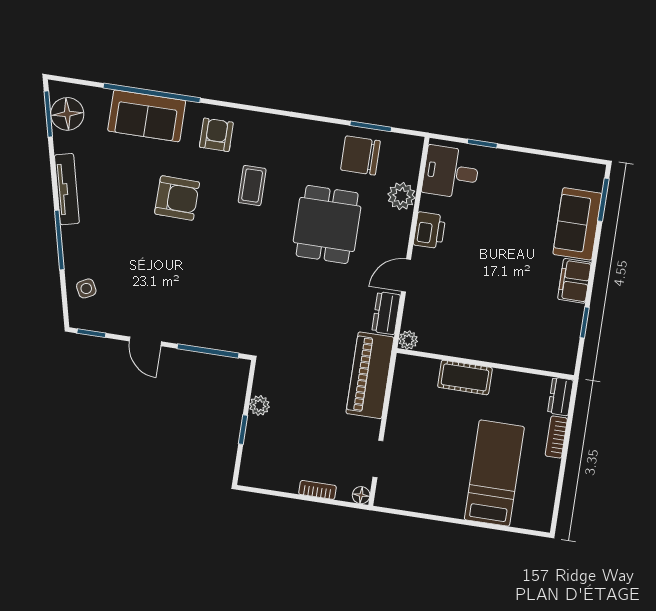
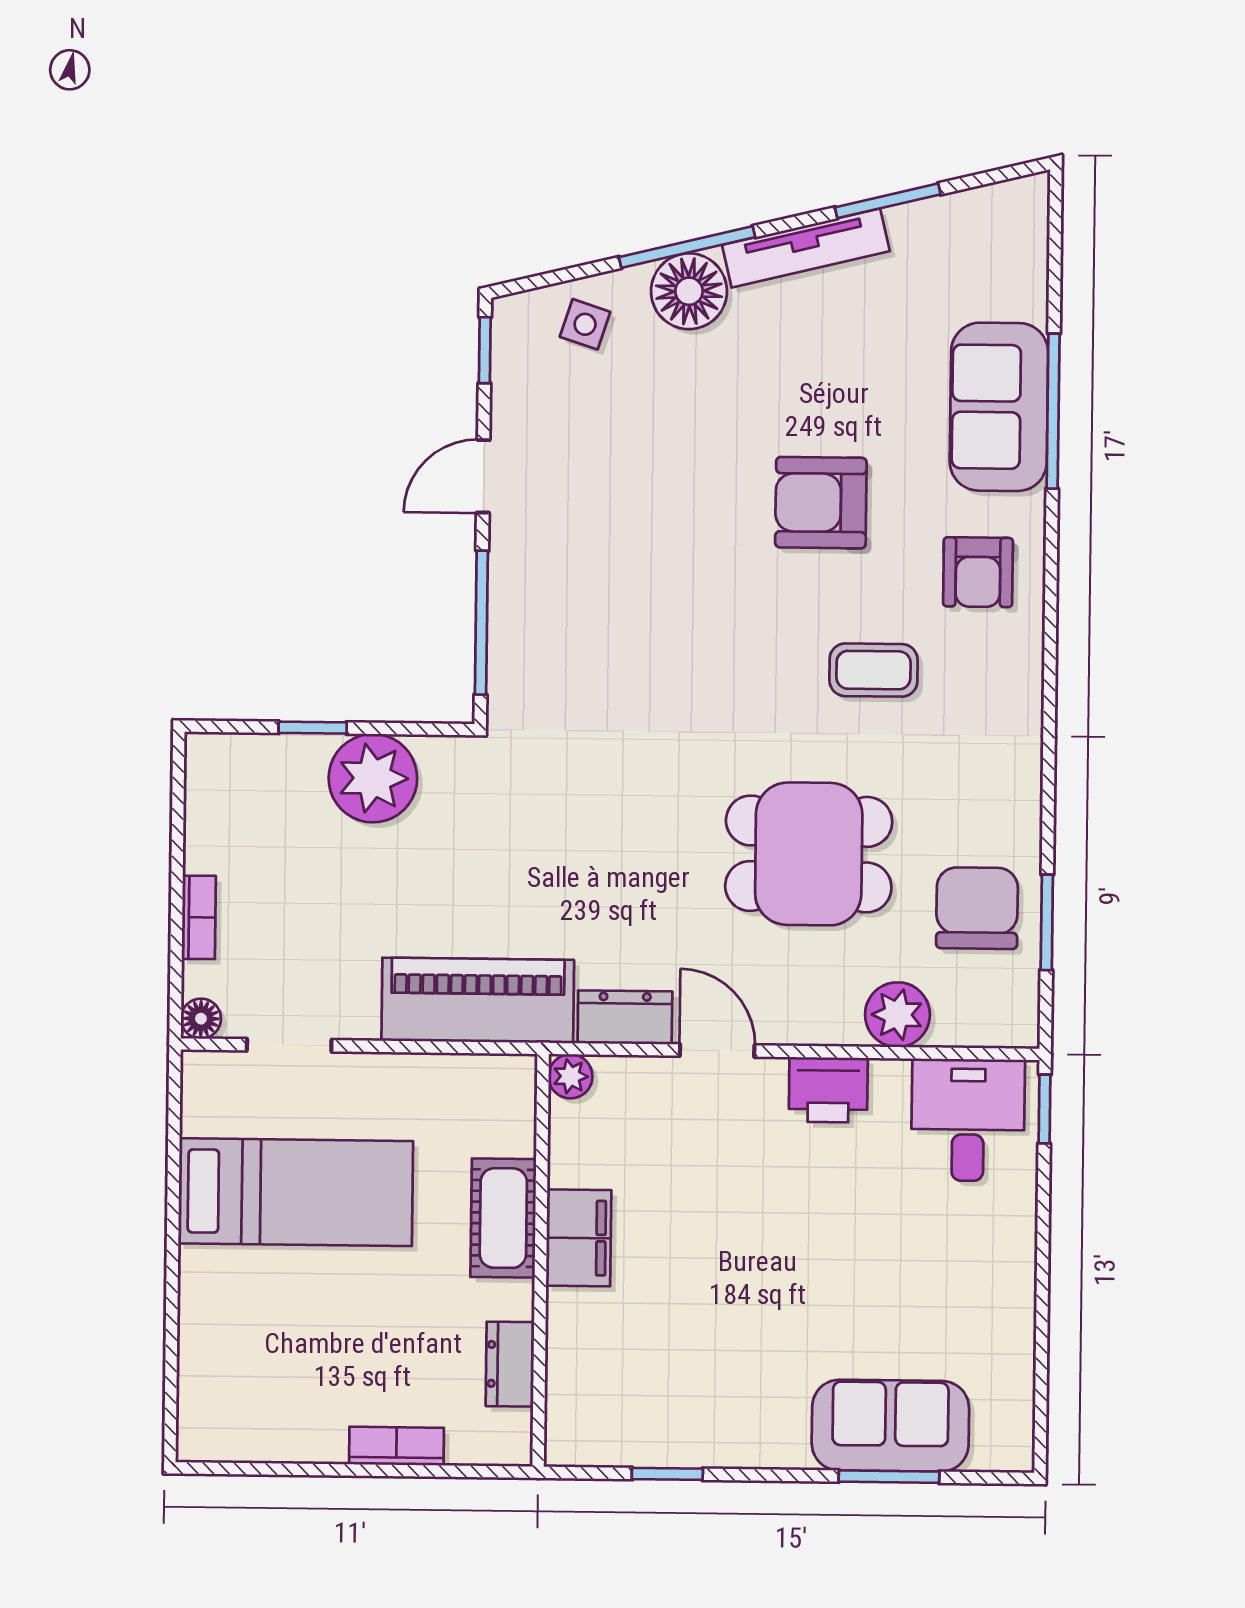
window: (152, 93) -> (1053, 411), width x0.68
window: (48, 114) -> (888, 201), moved
floor lamp: (67, 114) -> (689, 291), moved
armchair: (216, 135) -> (978, 572), turned 90
window: (482, 143) -> (1044, 1109), moved
armchair: (177, 198) -> (821, 503), turned 89
window: (603, 200) -> (889, 1477), moved
filing cabinet: (574, 281) -> (579, 1238), moved, turned 90
side table: (86, 288) -> (585, 324), turned 45
dresser: (560, 396) -> (510, 1364), moved, turned -90
plant: (259, 406) -> (373, 778), width x1.88, depth x1.88
bed: (494, 473) -> (296, 1192), moved

